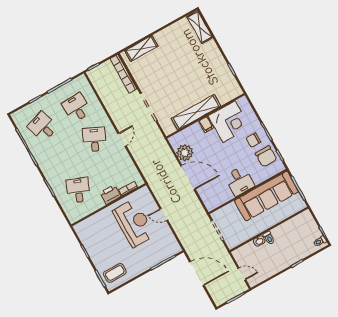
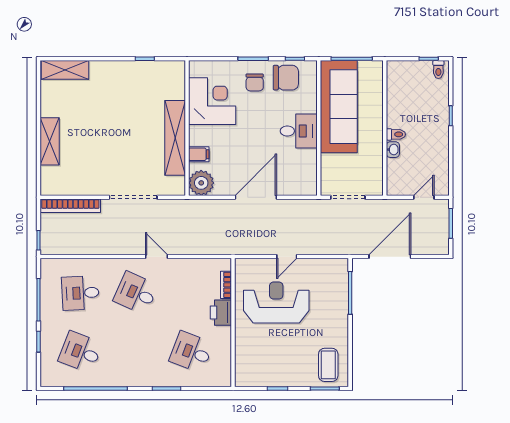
shelving: (141, 48) -> (50, 141), moved
filing cabinet: (206, 124) -> (199, 154), moved
desk: (43, 127) -> (80, 352), turned 39
plant: (185, 153) -> (201, 183), moved

